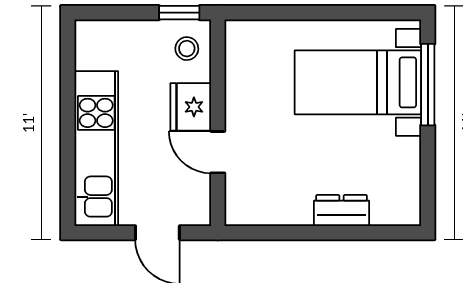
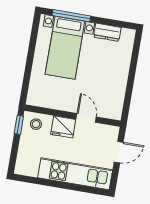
door: (218, 152) -> (86, 118), swing flipped
dresser: (342, 210) -> (107, 32), moved, turned -90

